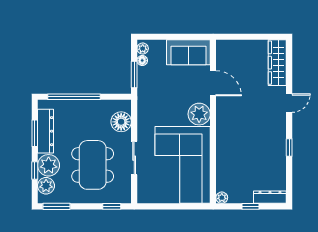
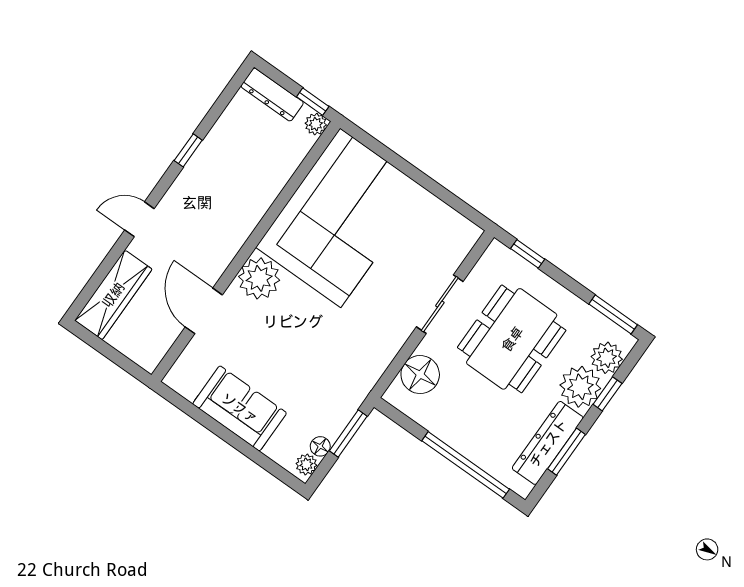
door: (213, 83) -> (204, 311), moved
plant: (199, 114) -> (259, 278), moved
wall: (213, 122) -> (246, 252), moved
corner sofa: (183, 165) -> (340, 218), moved
plant: (222, 198) -> (316, 124), moved

